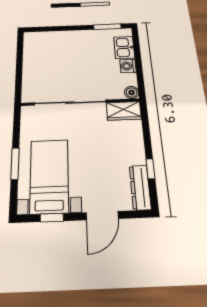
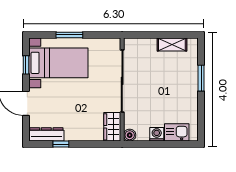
window: (107, 27) -> (201, 78), moved
shelving: (30, 56) -> (172, 44), added

